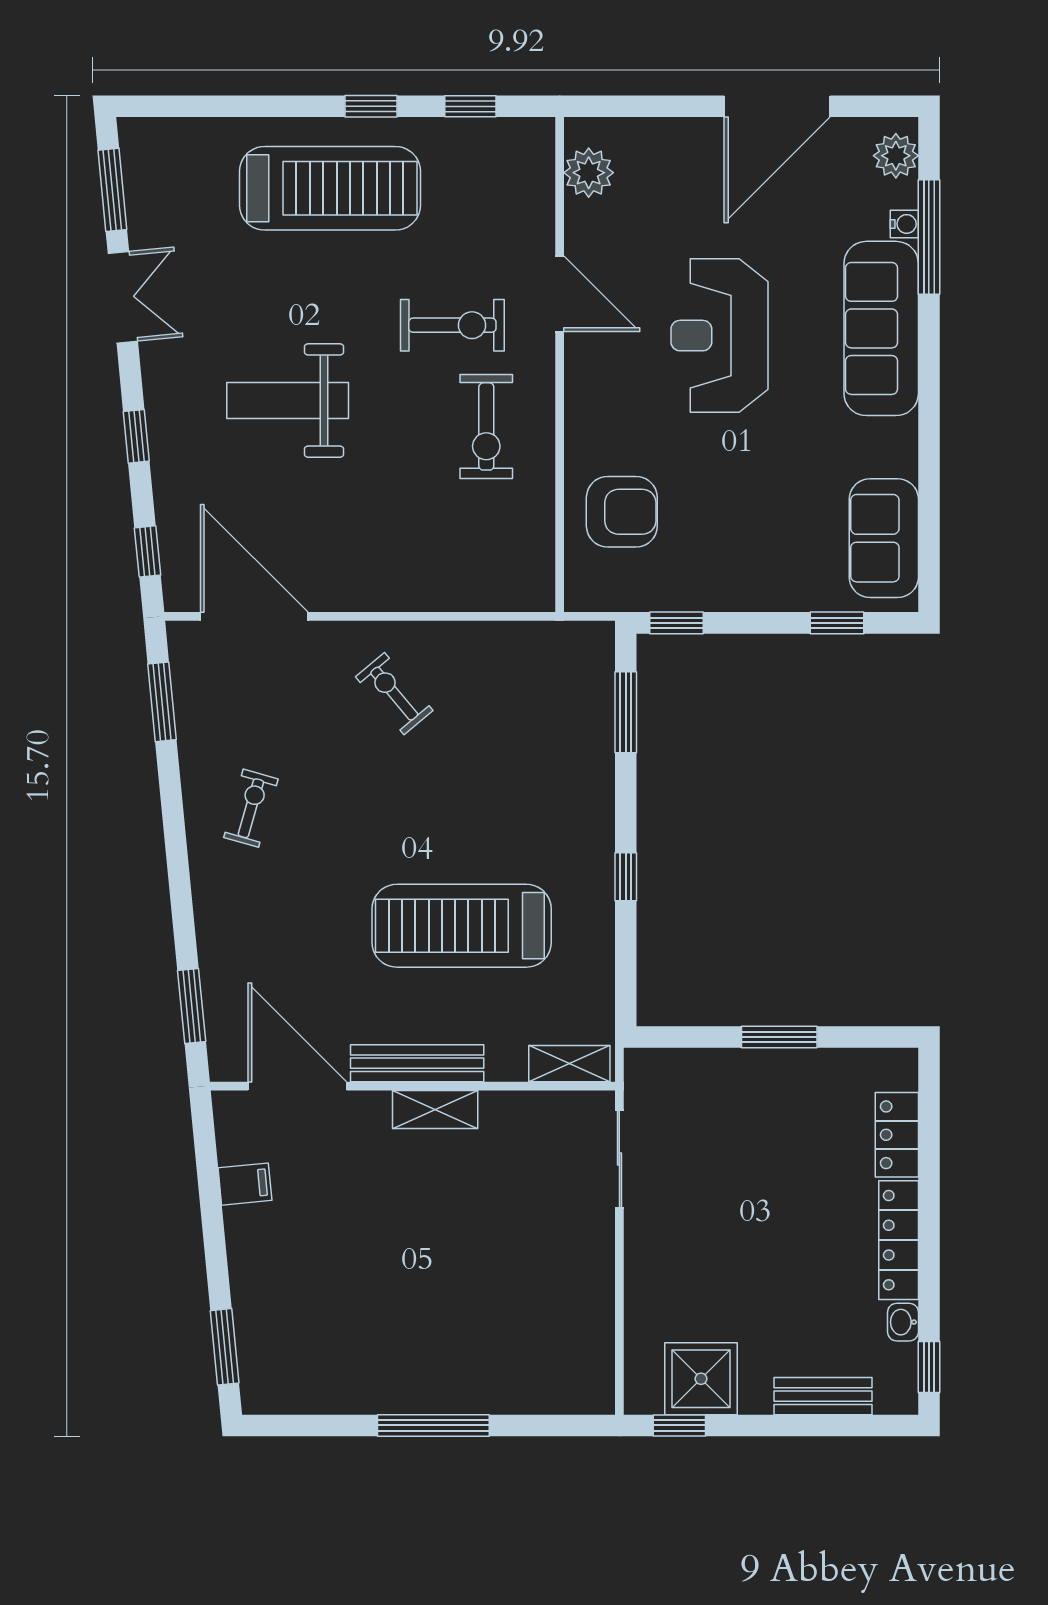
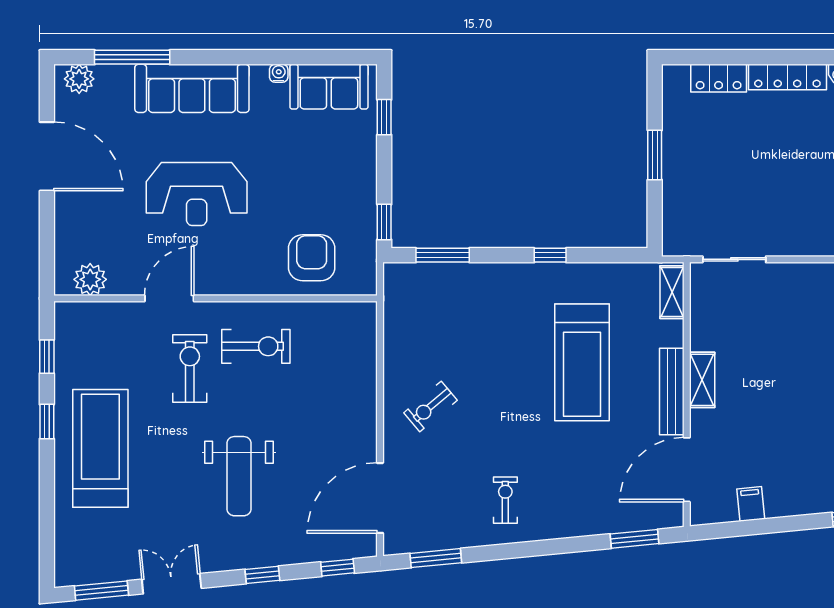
water cooler: (904, 224) -> (279, 73), moved
exercise bike: (251, 808) -> (505, 500), turned 74

